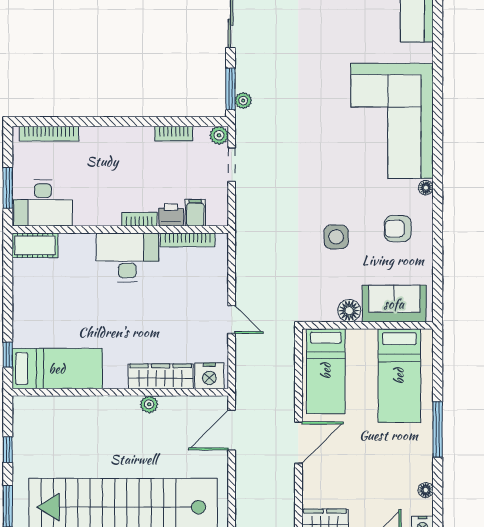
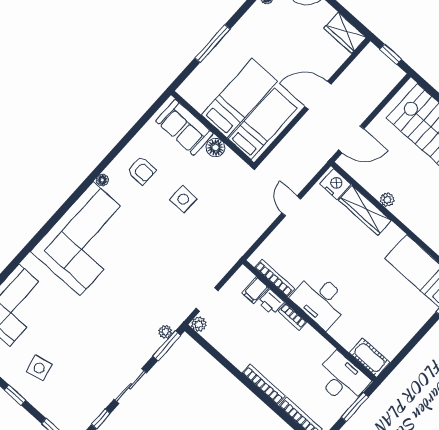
bookcase: (174, 134) -> (264, 384), moved, width x1.56
bed: (399, 376) -> (240, 98), moved
window: (438, 429) -> (212, 43), moved

